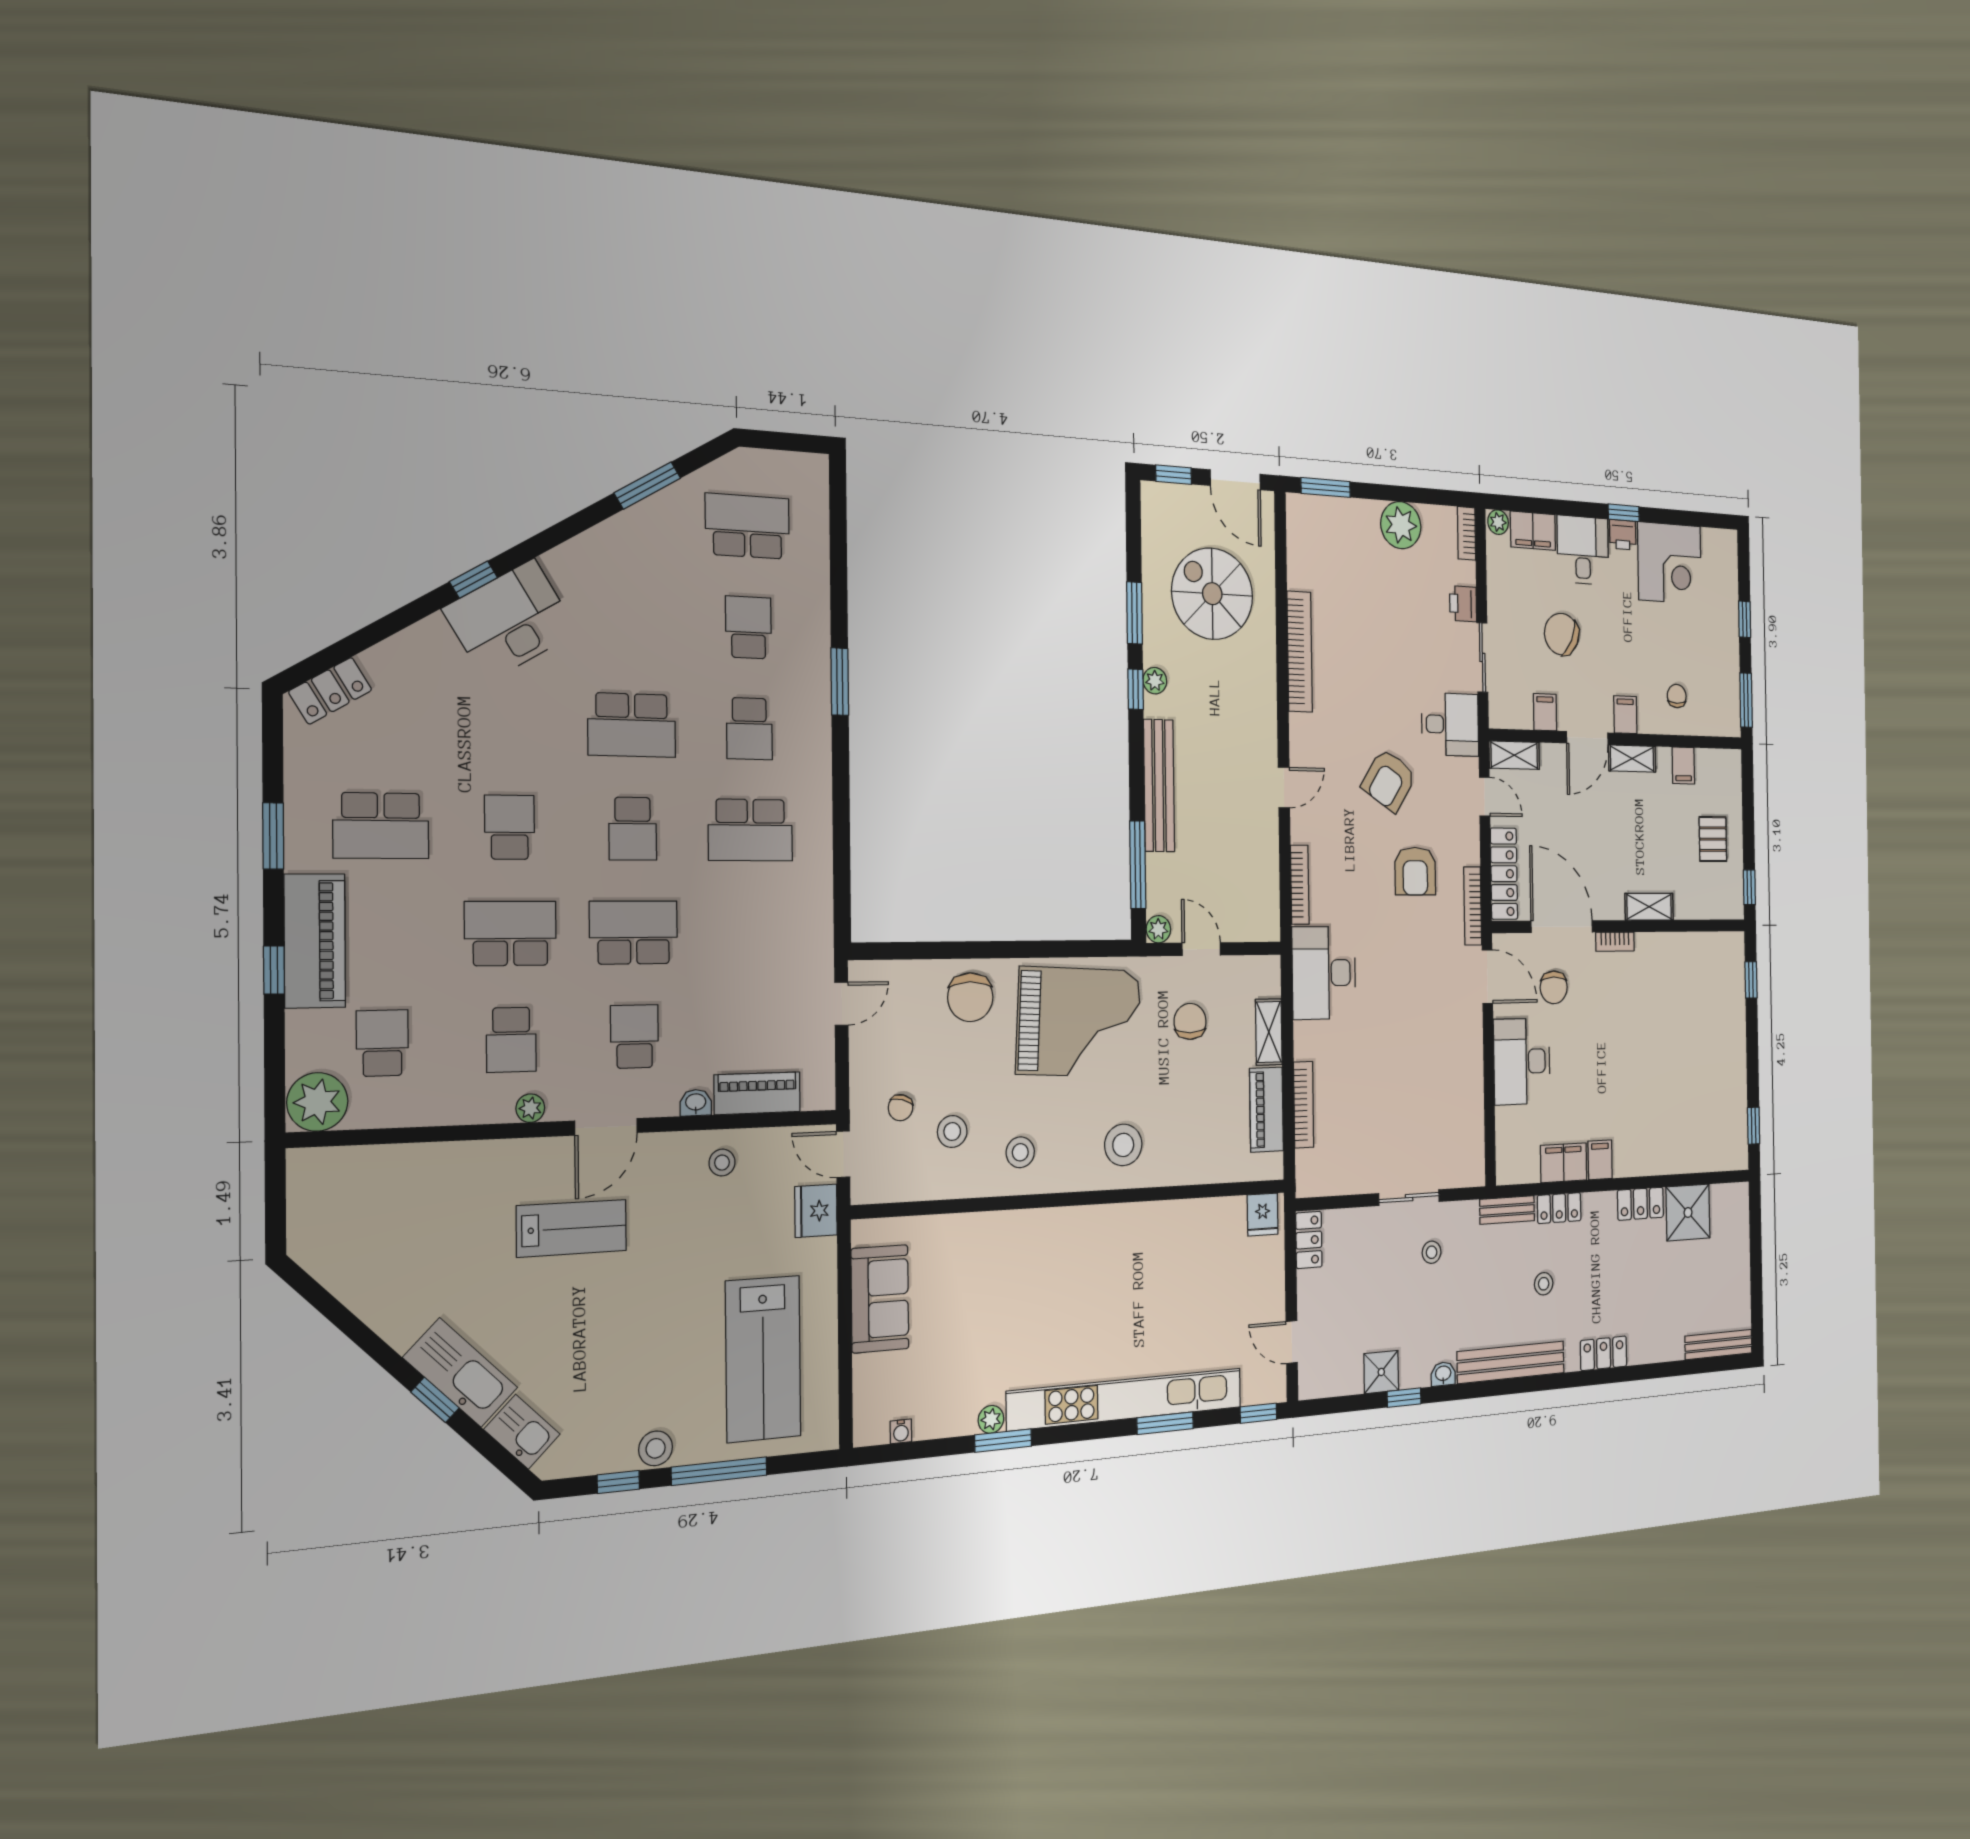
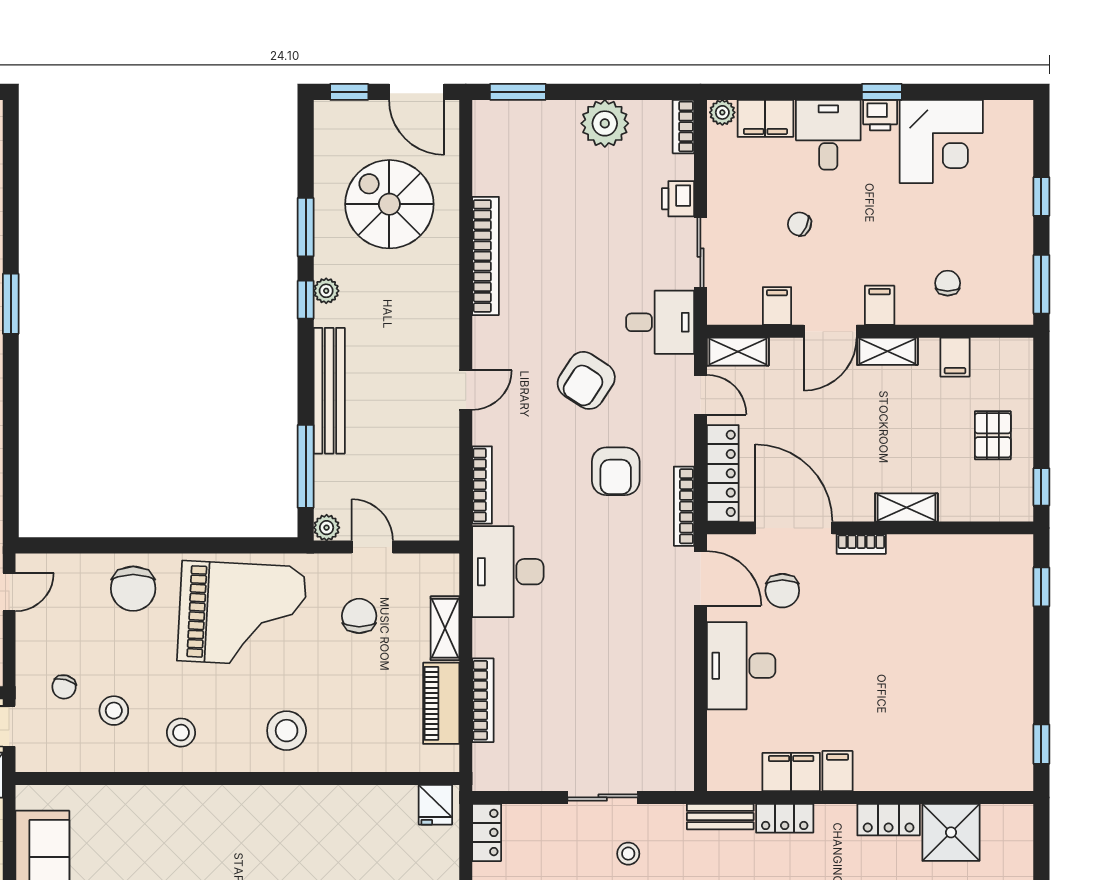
chair: (1562, 634) -> (799, 224), width x0.54, depth x0.54

